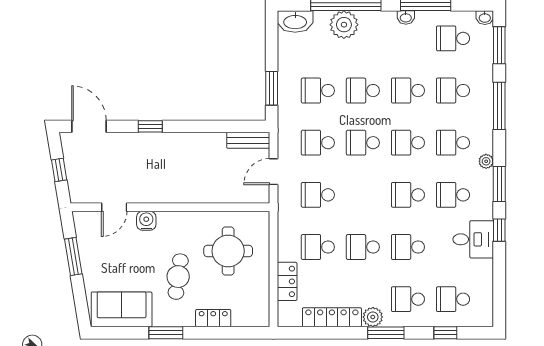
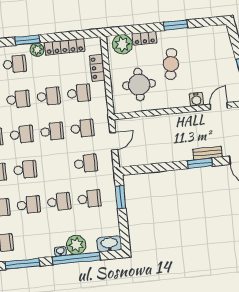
washbasin: (406, 17) -> (60, 251), moved
window: (150, 126) -> (200, 163), width x1.50
bench: (248, 140) -> (207, 153), moved
school desk: (363, 143) -> (52, 131), moved
sofa: (122, 309) -> (207, 38), removed
plant: (247, 313) -> (122, 44), added

